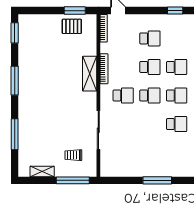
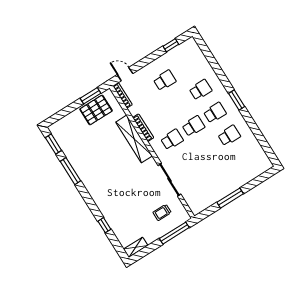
pallet: (72, 26) -> (96, 110), width x1.50, depth x1.42
school desk: (150, 67) -> (179, 103), removed
shelving: (90, 74) -> (134, 139), width x1.47
window: (15, 81) -> (70, 171), moved
window: (15, 134) -> (104, 225), width x0.46
shelving: (42, 172) -> (136, 247), moved
window: (157, 180) -> (230, 198), moved

